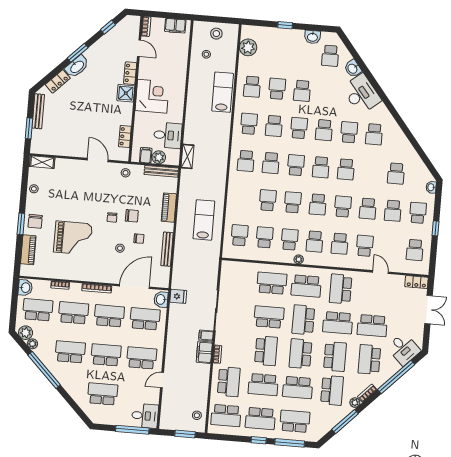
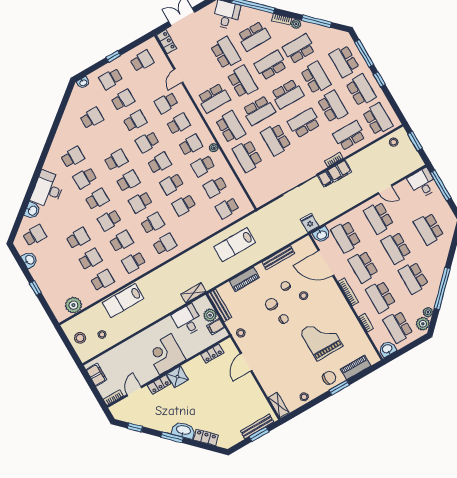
school desk: (277, 89) -> (90, 259), turned 180
bench: (38, 111) -> (257, 426), moved

